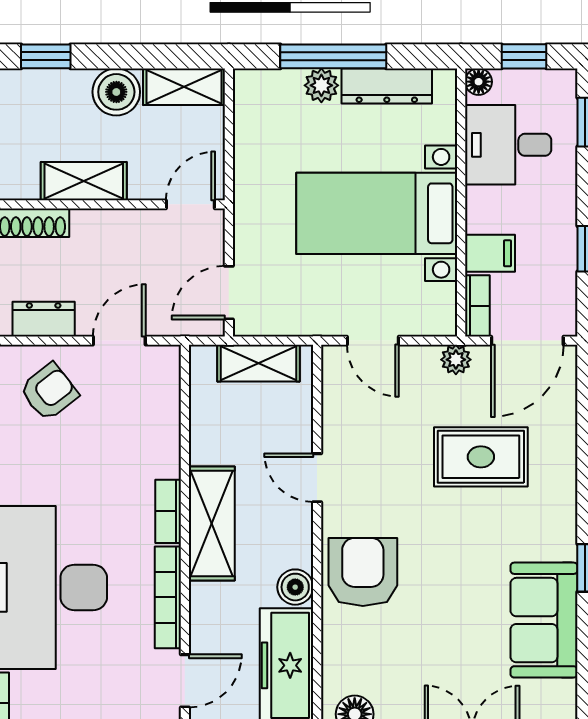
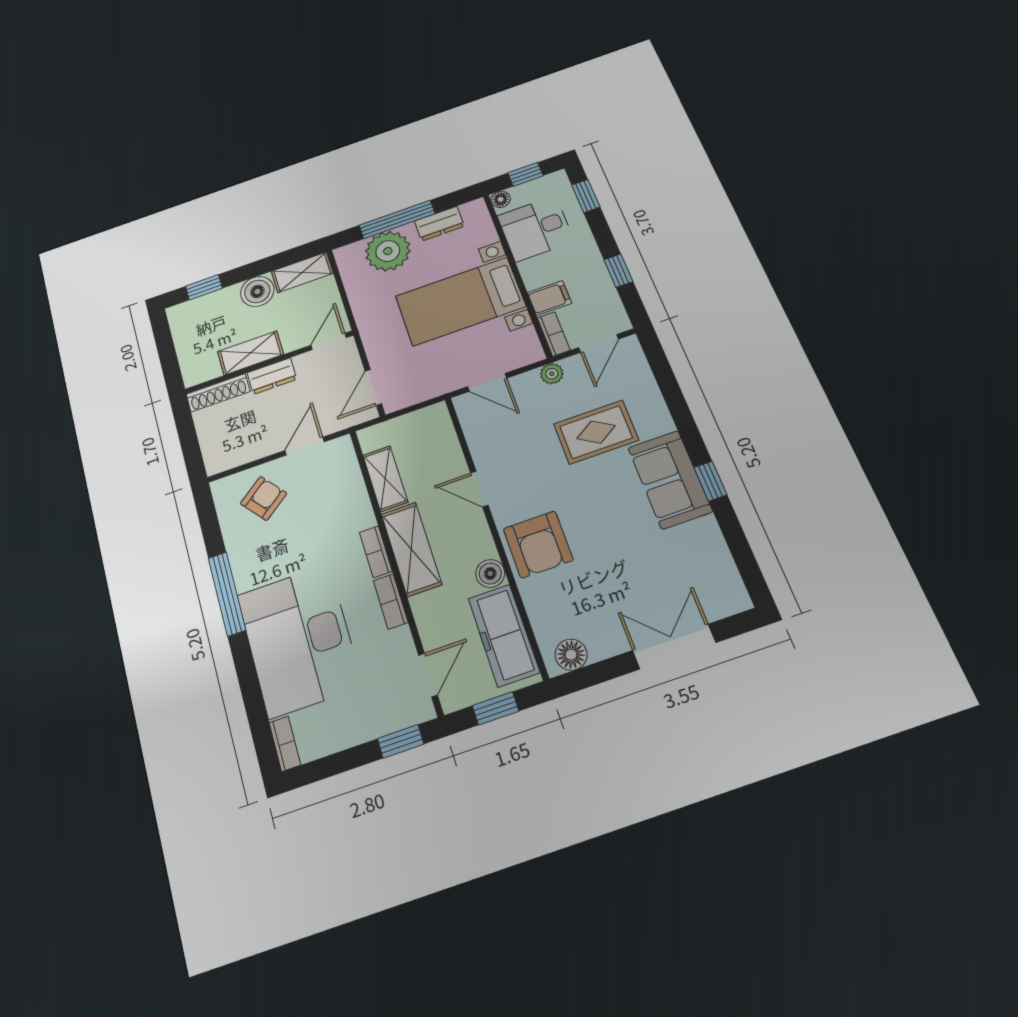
plant: (321, 85) -> (388, 251), width x1.87, depth x1.87
dresser: (387, 86) -> (439, 224), width x0.70
dresser: (44, 319) -> (272, 376), moved, turned 180
door: (527, 341) -> (599, 343), width x0.73
shelving: (259, 363) -> (385, 479), moved, turned 90
armchair: (363, 572) -> (538, 544), turned 180
bookcase: (168, 597) -> (391, 601), width x0.64
sofa: (544, 620) -> (670, 479), moved

